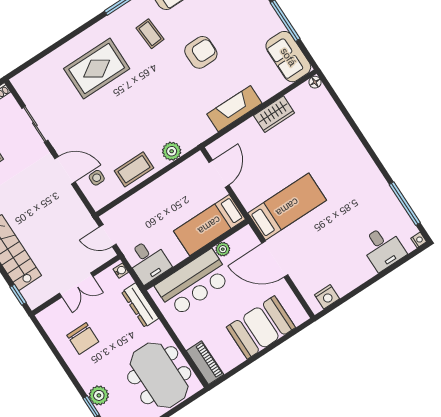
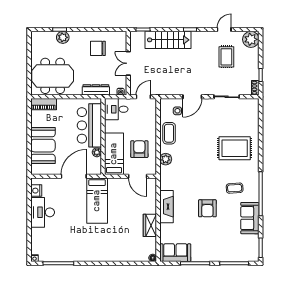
rug: (97, 69) -> (235, 148), turned 90
armchair: (181, 195) -> (139, 149), added
desk: (383, 248) -> (43, 212), moved, width x1.37

